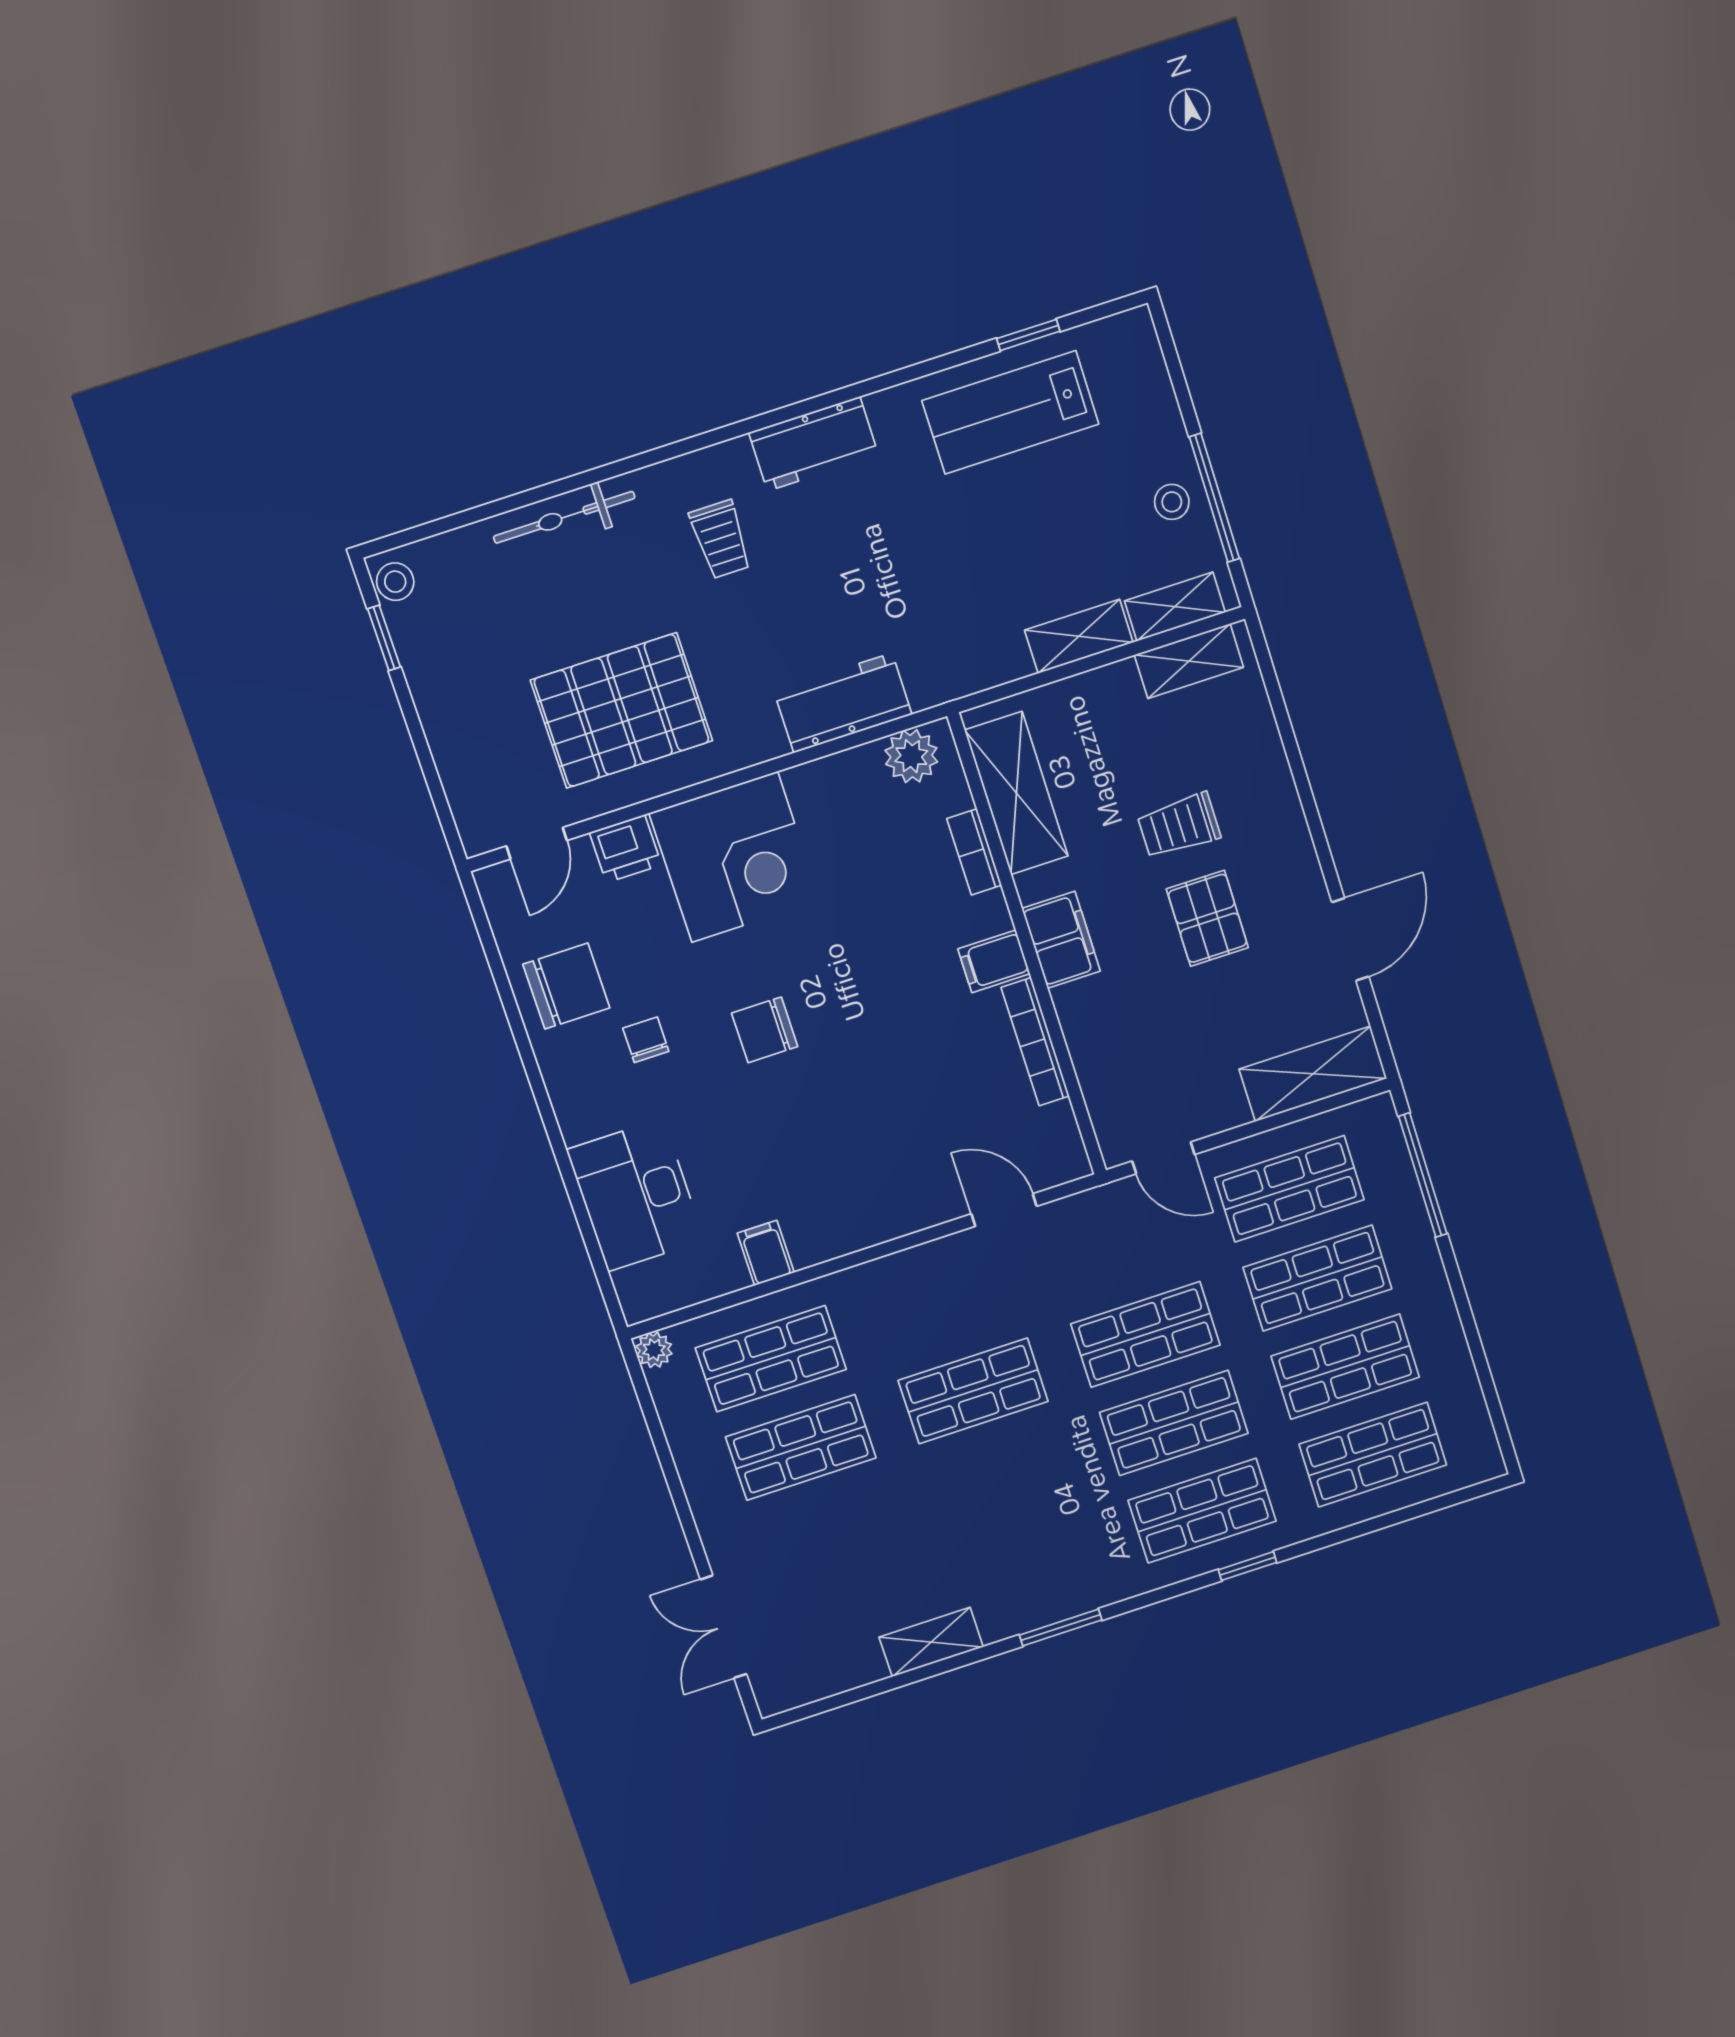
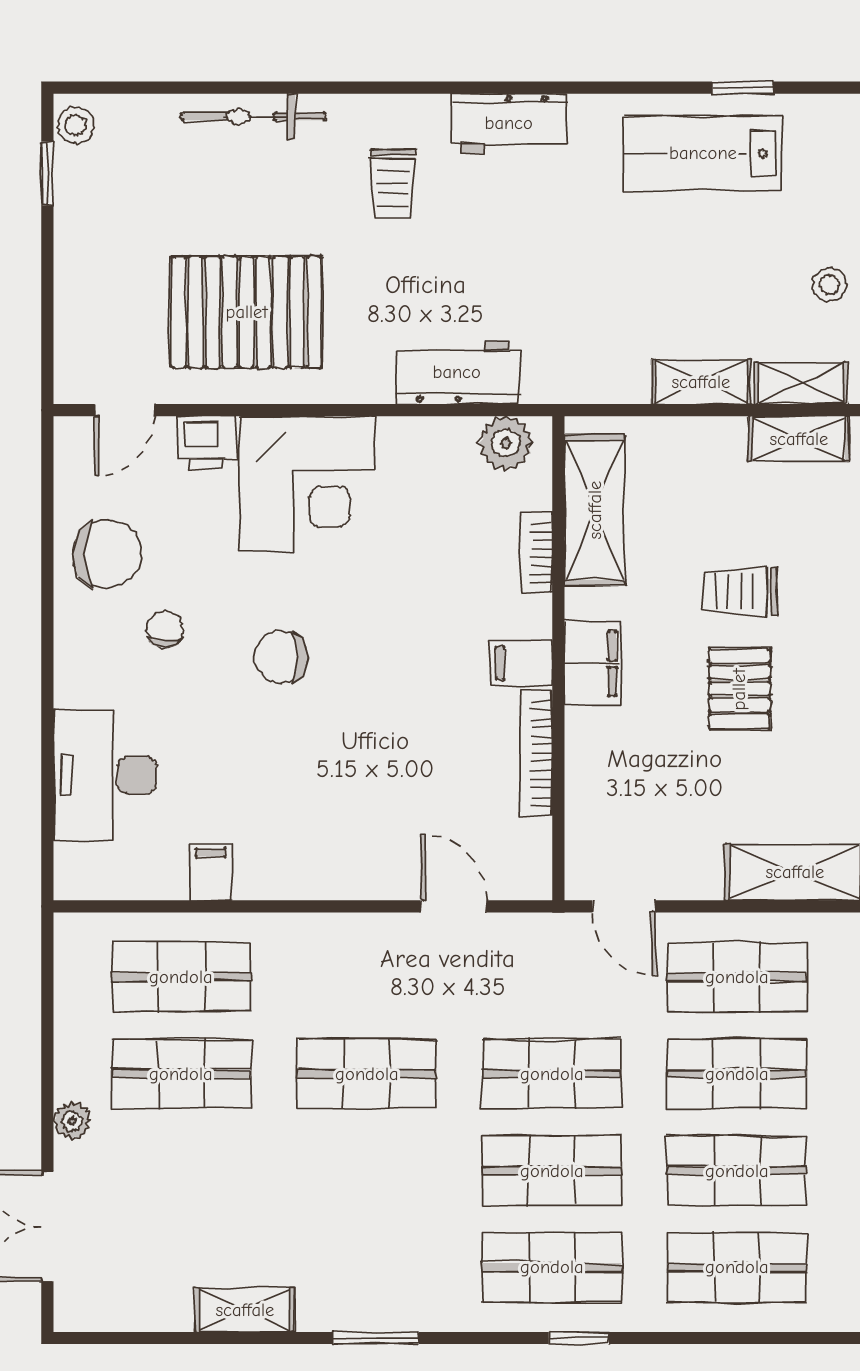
plant: (654, 1350) -> (72, 1121), moved

